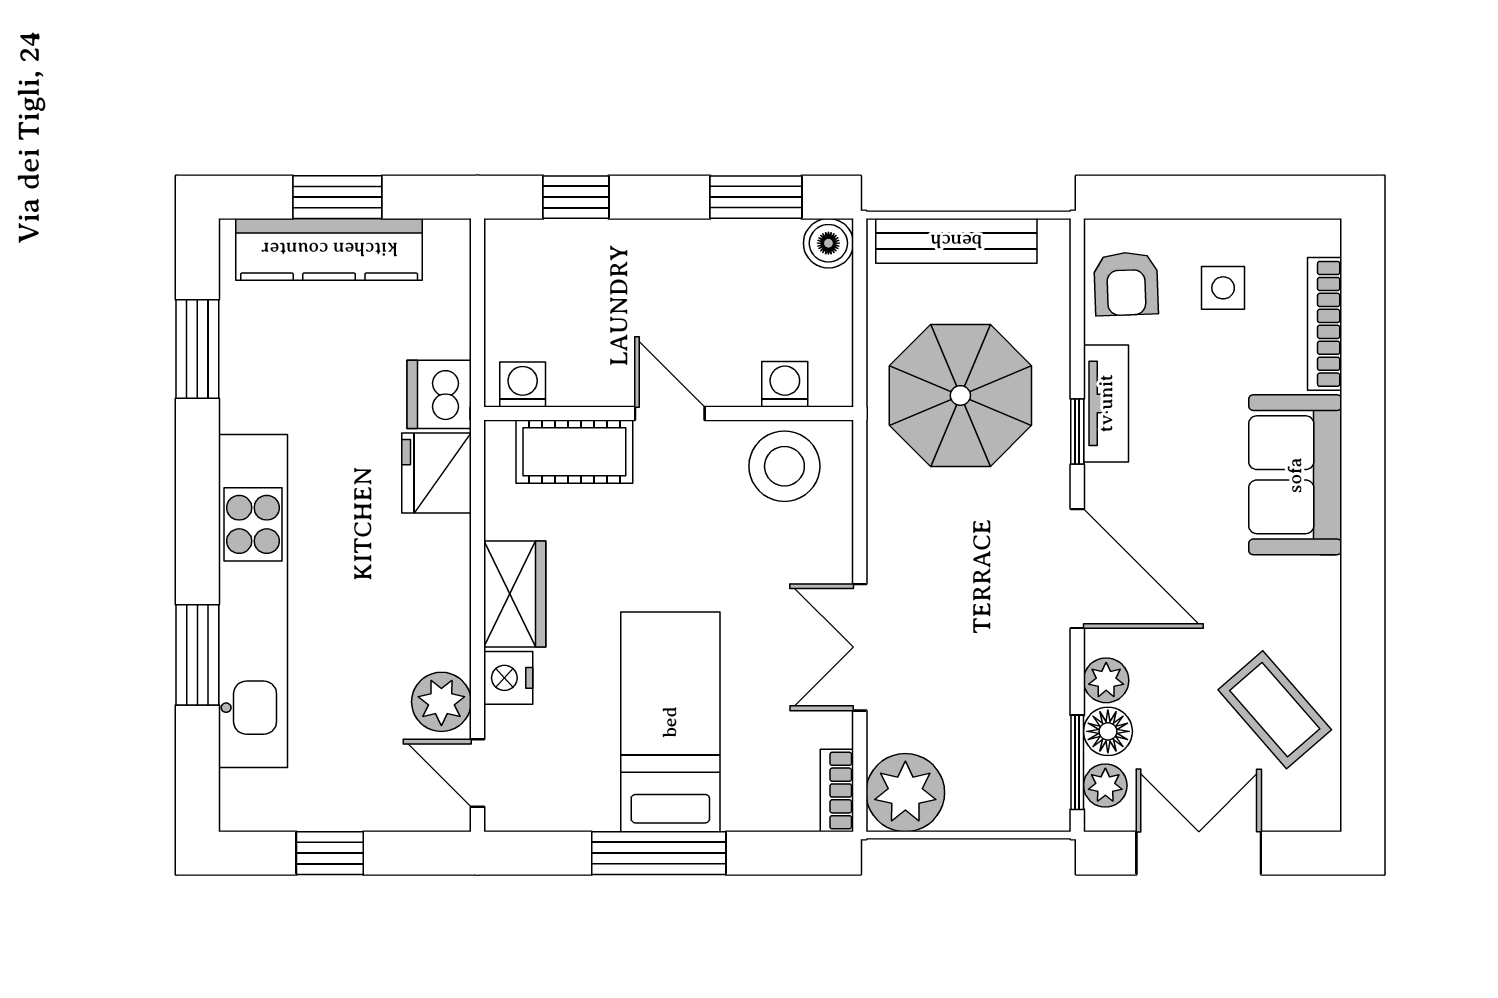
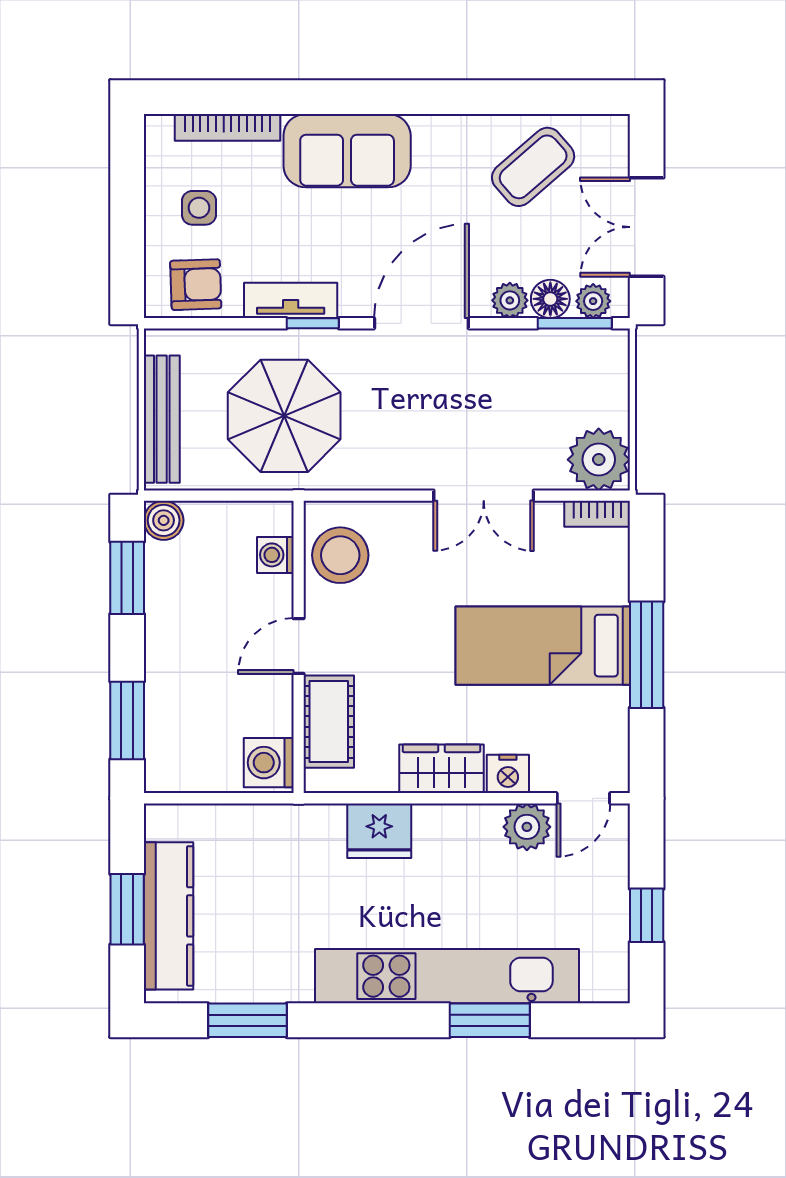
window: (576, 197) -> (127, 720), width x1.50
washing machine: (523, 385) -> (269, 763), width x1.38, depth x1.38
dishwasher: (439, 394) -> (283, 829), removed
fridge: (437, 473) -> (379, 831), moved

